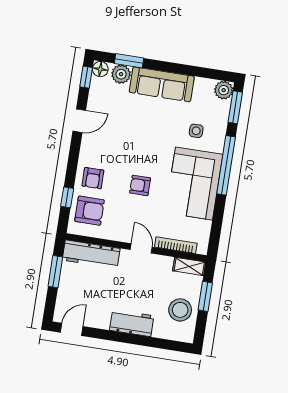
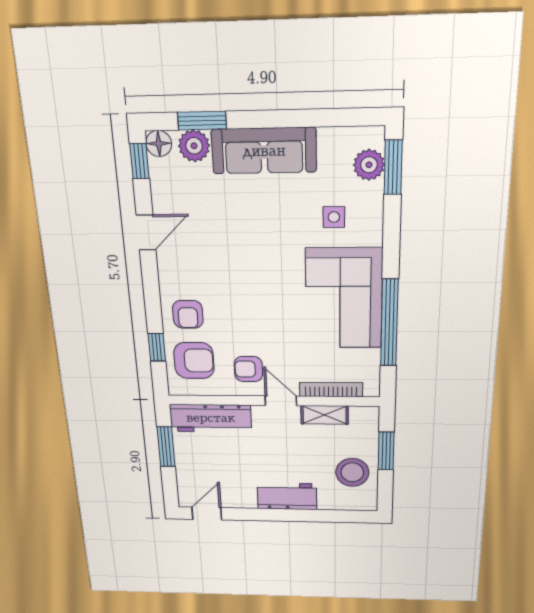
plant: (224, 90) -> (369, 165), moved
window: (226, 165) -> (389, 323), moved
armchair: (140, 185) -> (248, 369), moved
shelving: (189, 266) -> (325, 415), moved

